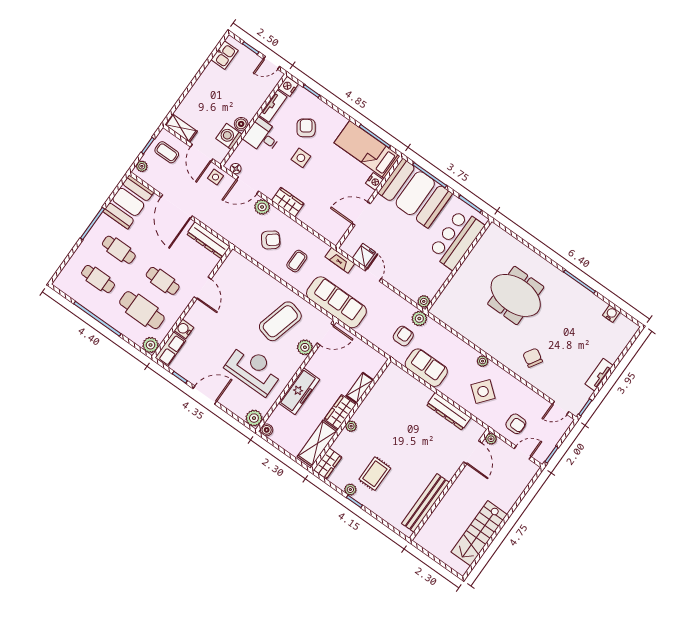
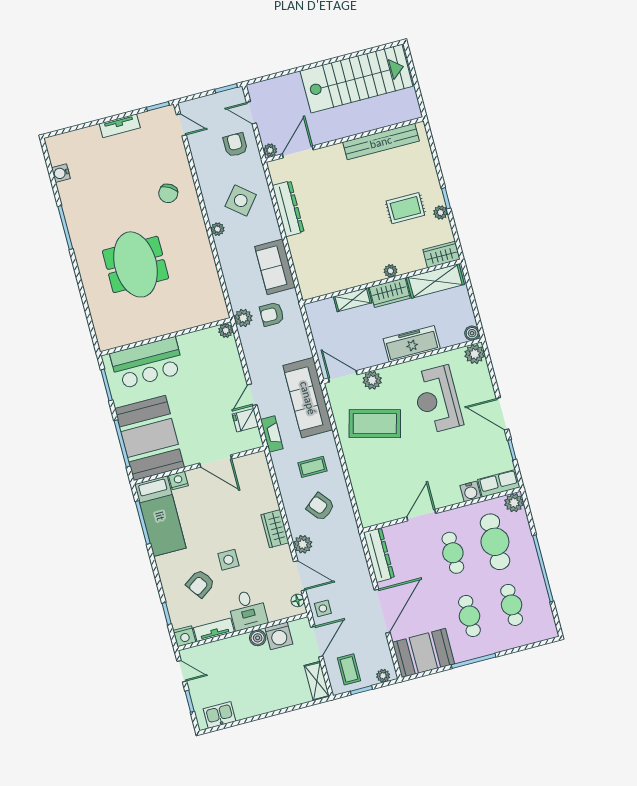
stairs: (479, 533) -> (356, 79), width x1.36, depth x1.51

